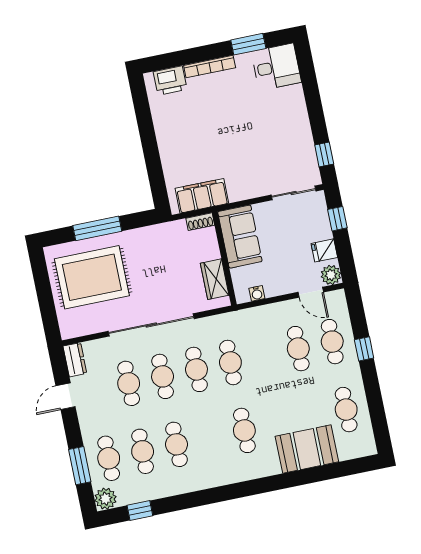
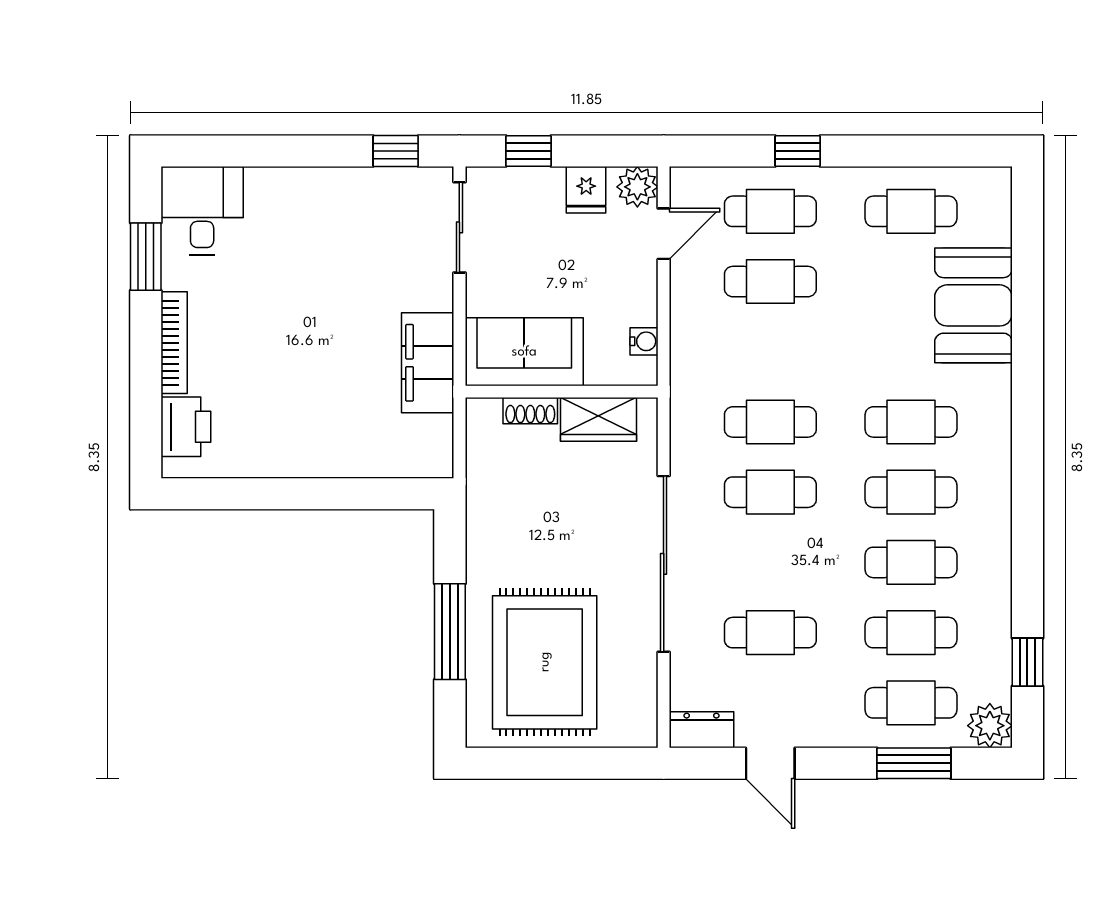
filing cabinet: (202, 196) -> (428, 363), moved
shoe rack: (200, 222) -> (530, 411), moved, turned 90
cafe table: (163, 376) -> (911, 492), moved

